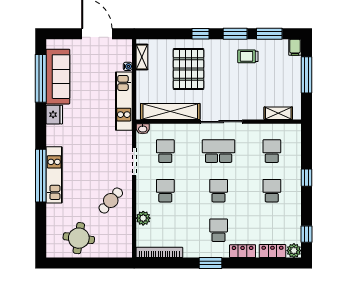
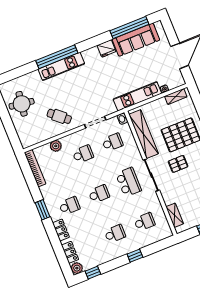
pallet: (221, 85) -> (178, 164), added

